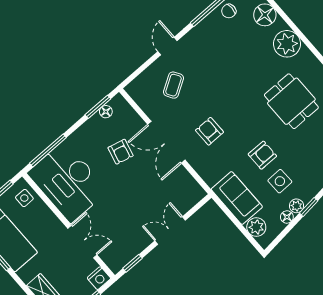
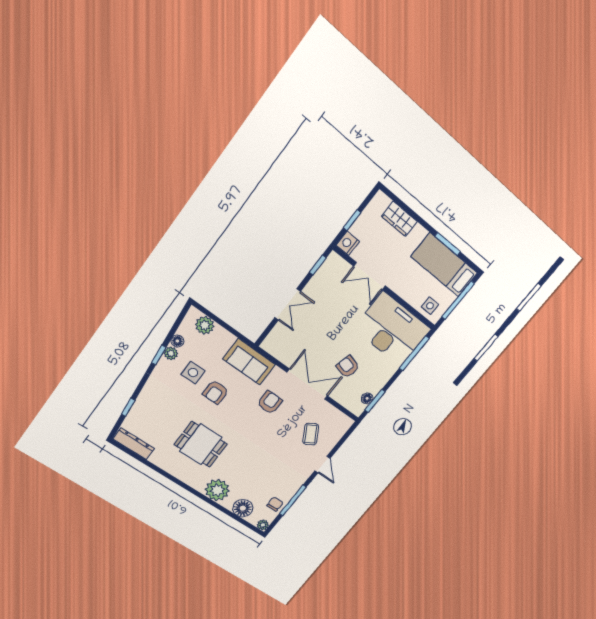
armchair: (209, 131) -> (270, 402), turned -90
sofa: (237, 198) -> (249, 362), moved

